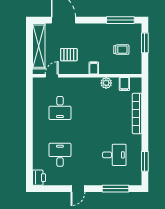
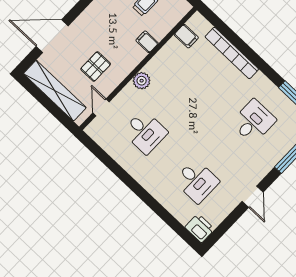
filing cabinet: (94, 68) -> (147, 42), moved
plant: (106, 83) -> (142, 81), moved
desk: (60, 155) -> (197, 181), turned 180

